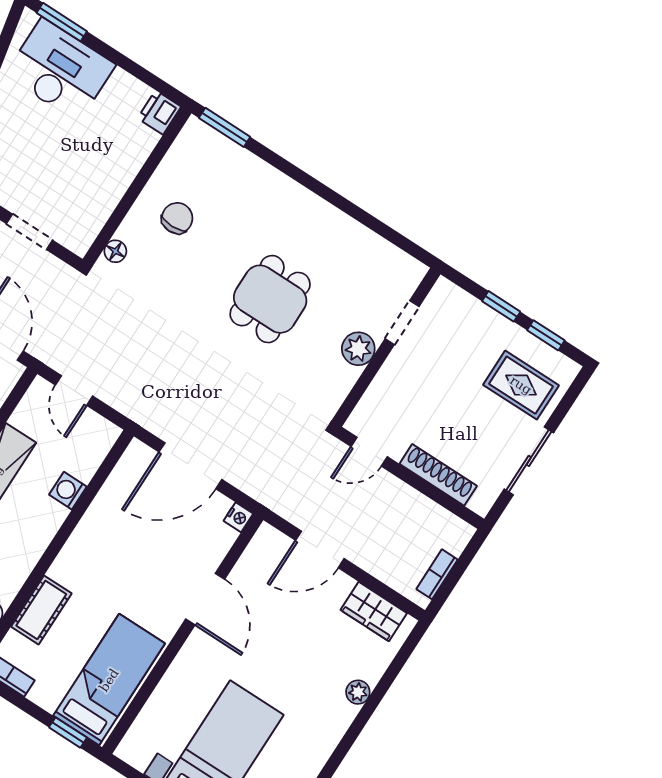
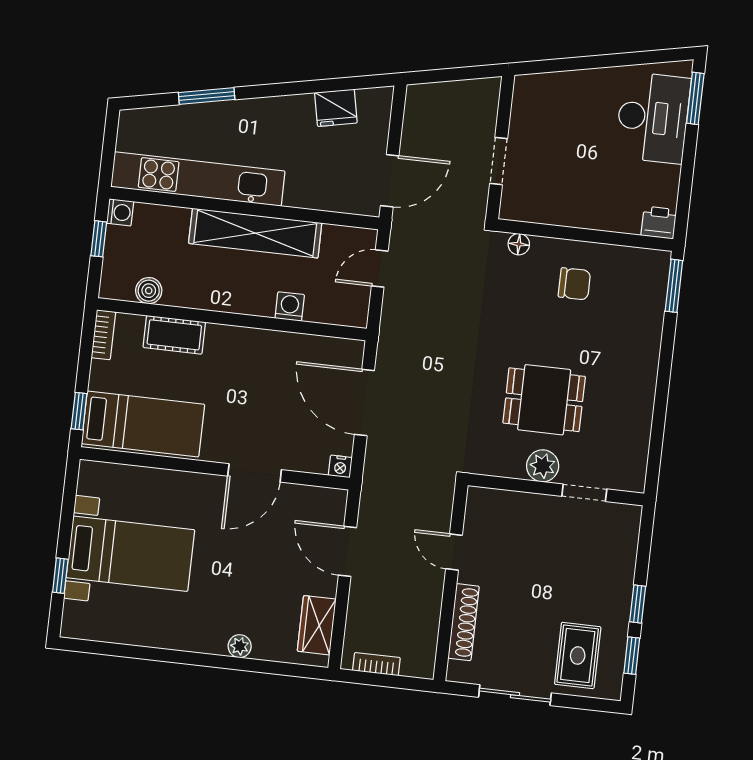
doorway: (402, 323) -> (584, 493), moved
wall: (386, 347) -> (556, 489), moved
plant: (358, 349) -> (543, 466), moved

